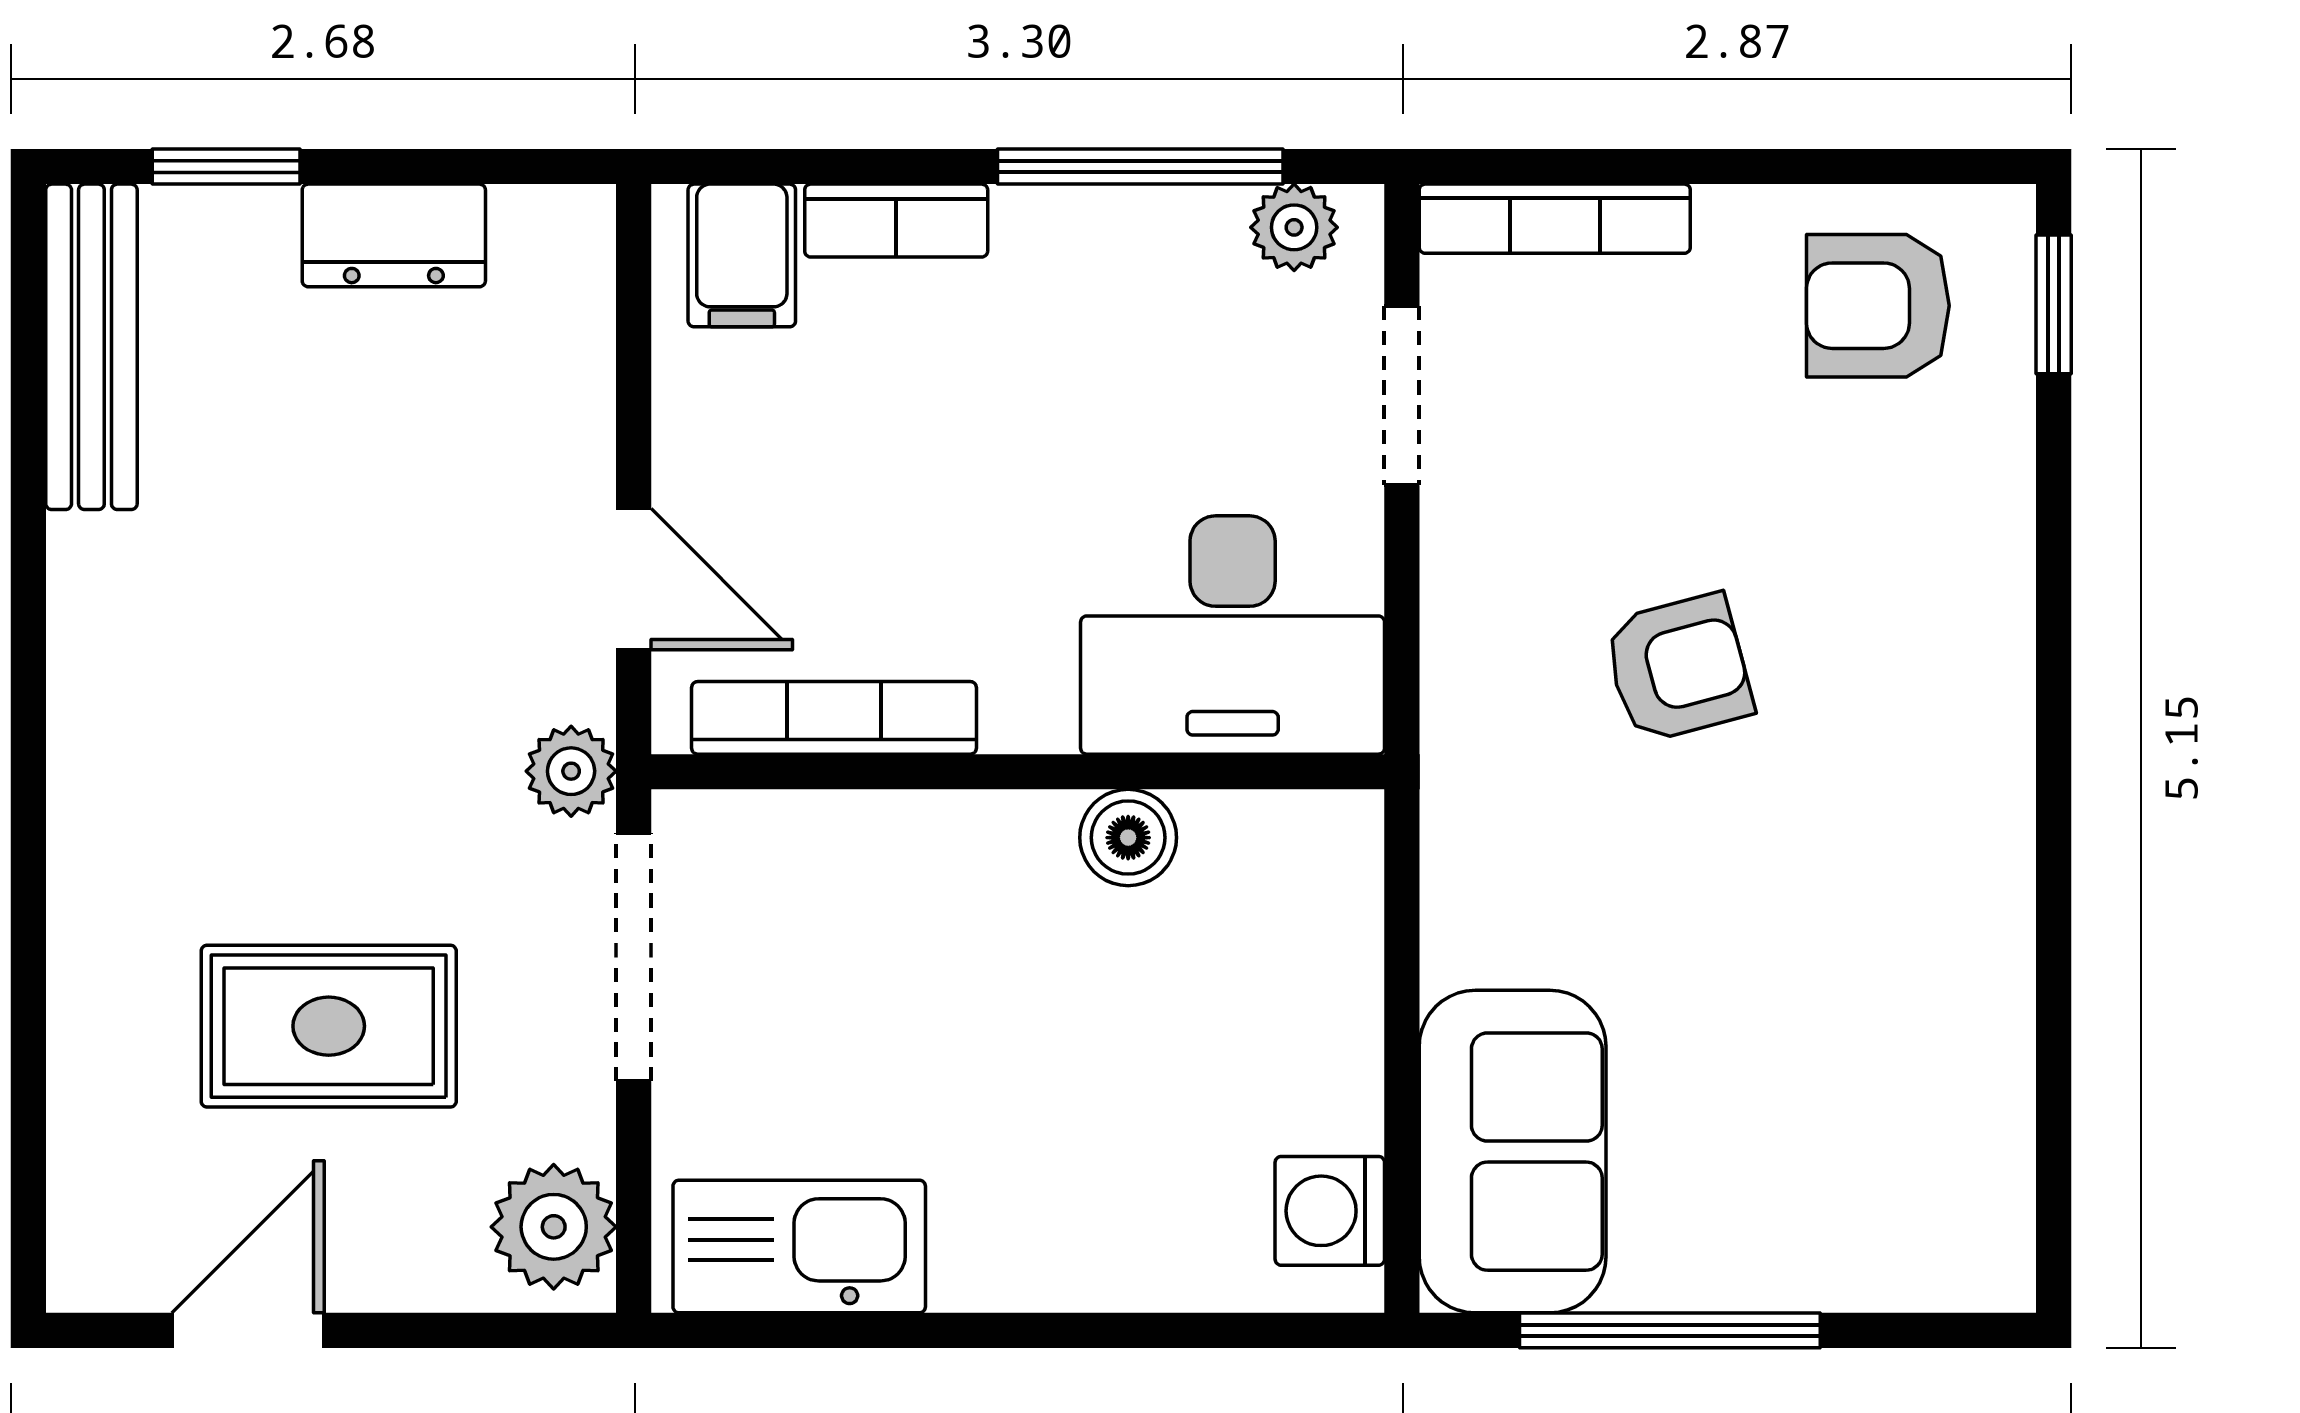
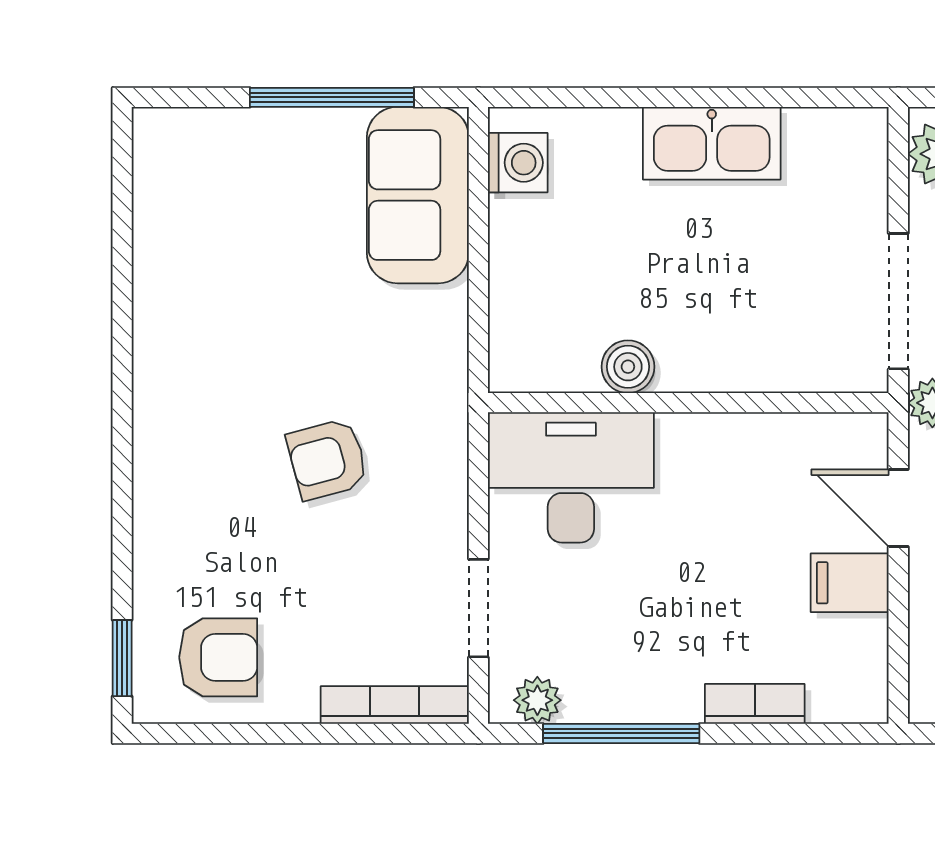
filing cabinet: (742, 255) -> (850, 583), moved, turned -90
bookcase: (834, 718) -> (789, 432), removed
kitchen sink: (799, 1246) -> (712, 143), moved

